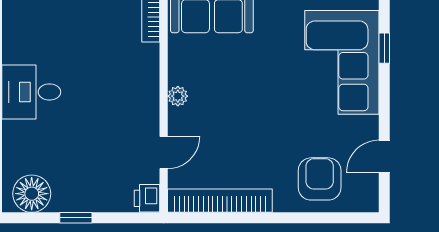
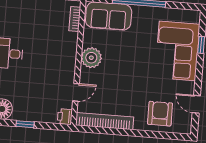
plant: (178, 96) -> (91, 58), width x1.88, depth x1.88
door: (384, 156) -> (196, 104), hinge flipped

